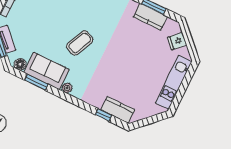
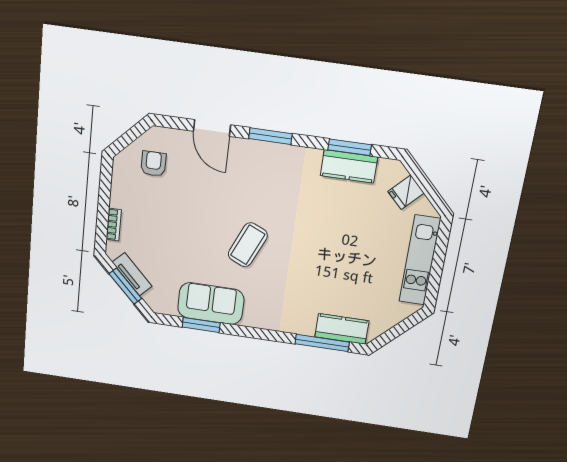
floor lamp: (20, 64) -> (167, 306), removed
plant: (67, 88) -> (252, 319), removed
window: (103, 115) -> (322, 343), width x2.17

